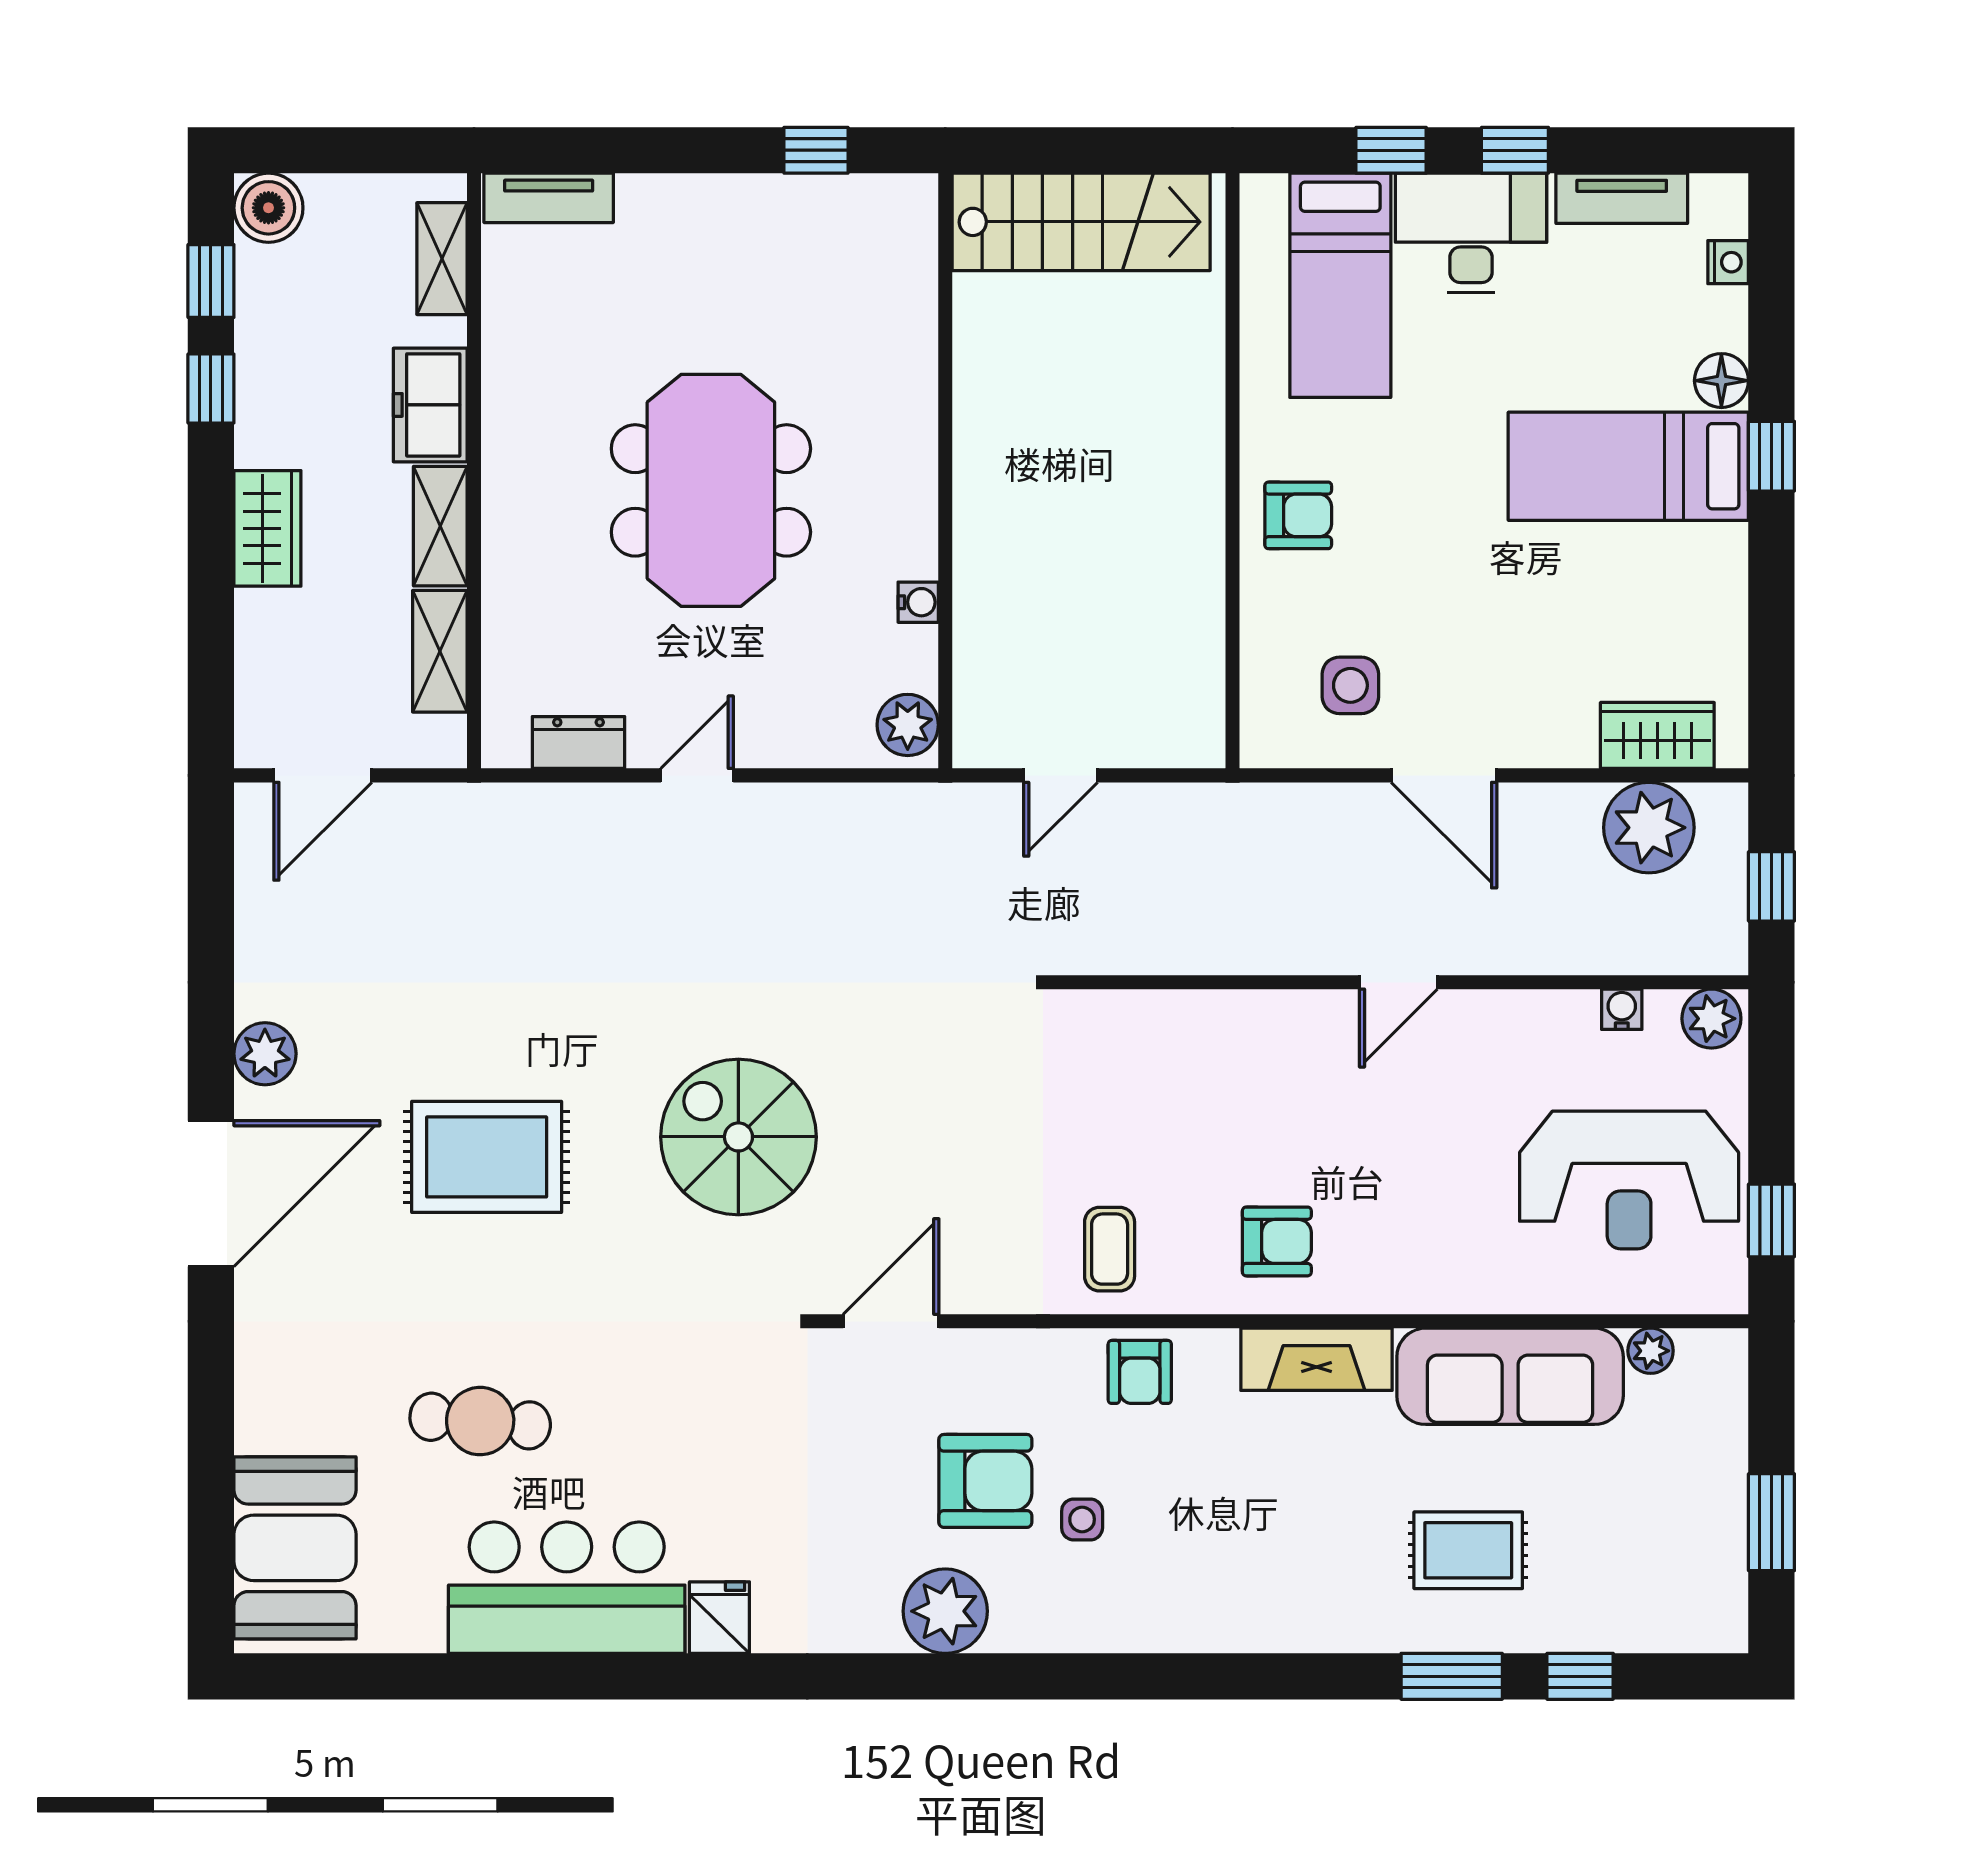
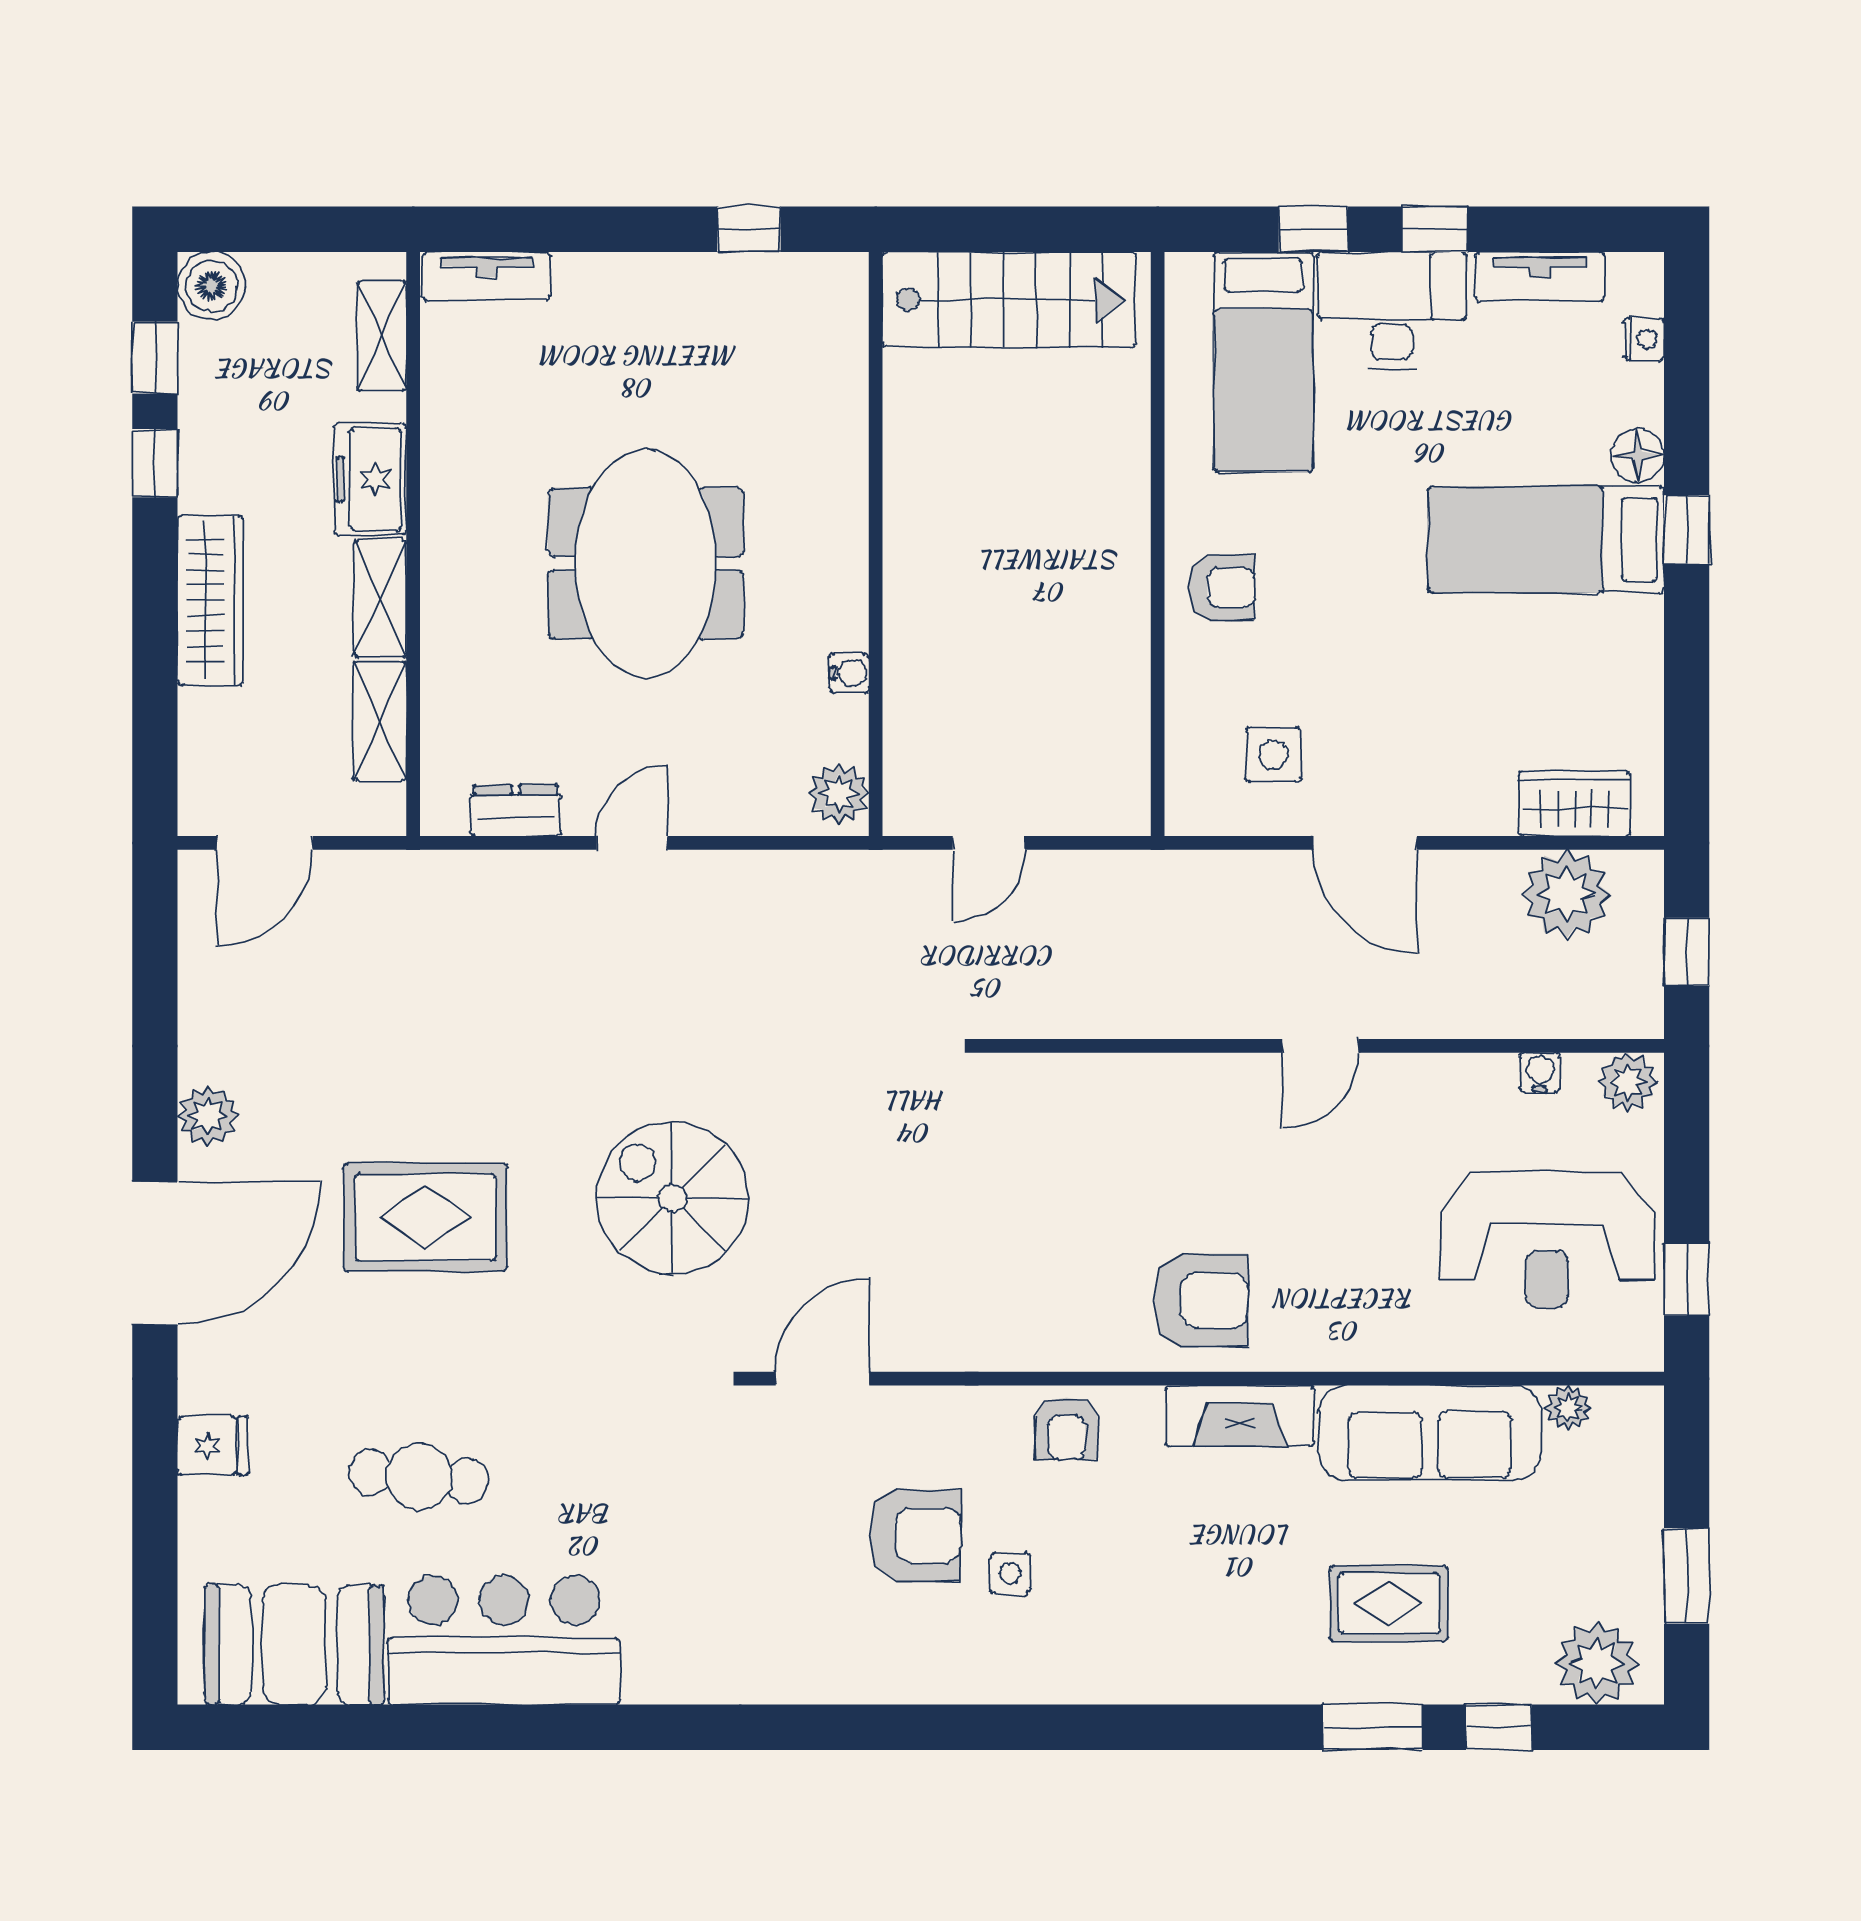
wardrobe: (267, 528) -> (210, 600), width x1.50
armchair: (1277, 1241) -> (1201, 1300), width x1.38, depth x1.38
coffee table: (1110, 1249) -> (1037, 1308), removed
booth: (295, 1548) -> (294, 1645), moved, turned 90
plant: (945, 1611) -> (1597, 1663), moved
fridge: (719, 1618) -> (213, 1446), moved, turned 90

